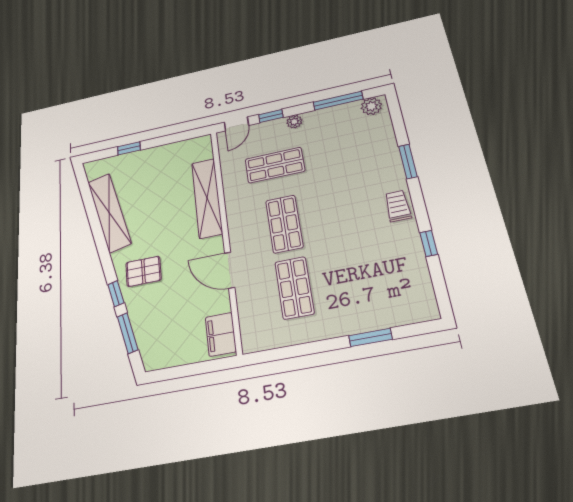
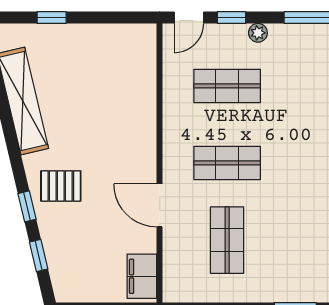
shelving: (207, 198) -> (143, 110), removed
shop shelf: (284, 224) -> (227, 163), turned 90
window: (128, 333) -> (39, 255), width x0.67

